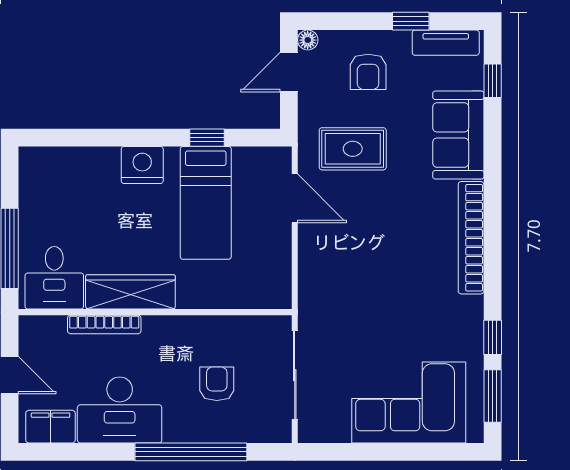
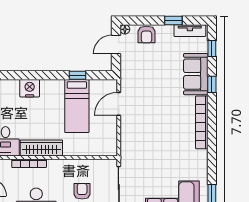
armchair: (368, 72) -> (147, 35), moved
rug: (353, 149) -> (146, 81), removed
nightstand: (142, 165) -> (30, 88), moved
door: (295, 198) -> (119, 104), swing flipped
window: (493, 337) -> (212, 84), moved

